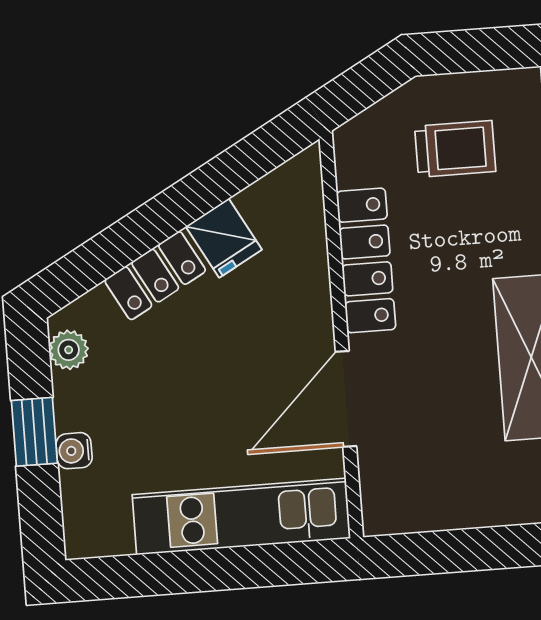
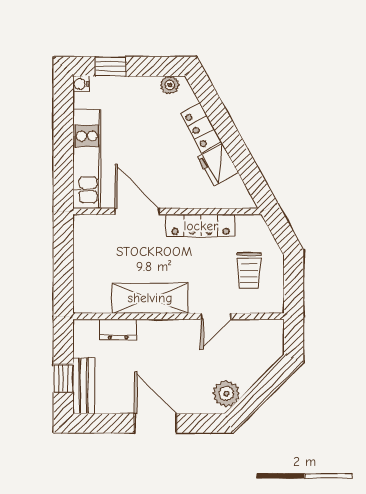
fridge: (224, 238) -> (218, 165), width x1.38
window: (34, 432) -> (111, 66), moved
water cooler: (74, 451) -> (81, 84), moved, turned -90

